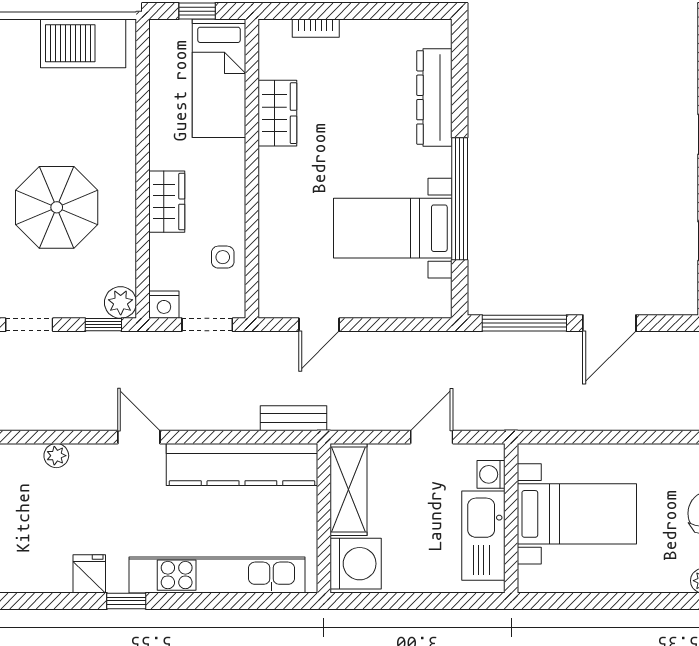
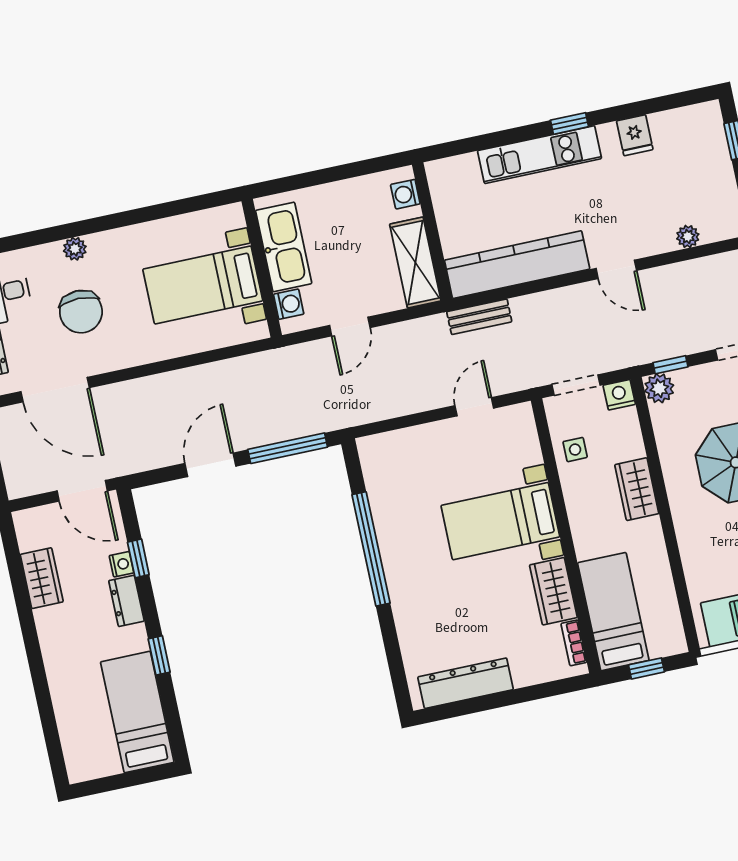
bookcase: (316, 28) -> (574, 643), moved, turned -90
dresser: (434, 97) -> (466, 683), moved, turned -90
bed with nightstands: (393, 228) -> (500, 521), moved, turned 180
washing machine: (356, 564) -> (405, 194), width x0.53, depth x0.53
kitchen unit: (217, 575) -> (540, 155), width x0.73
window: (126, 601) -> (570, 123), moved

